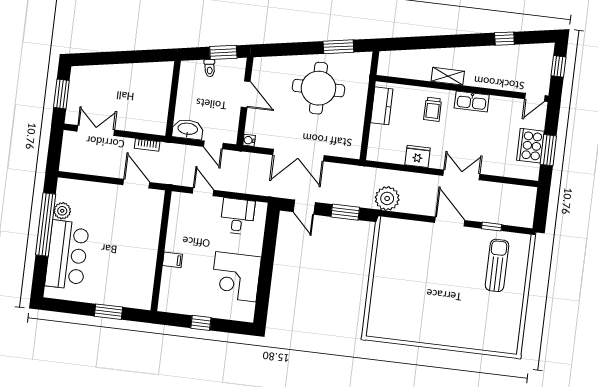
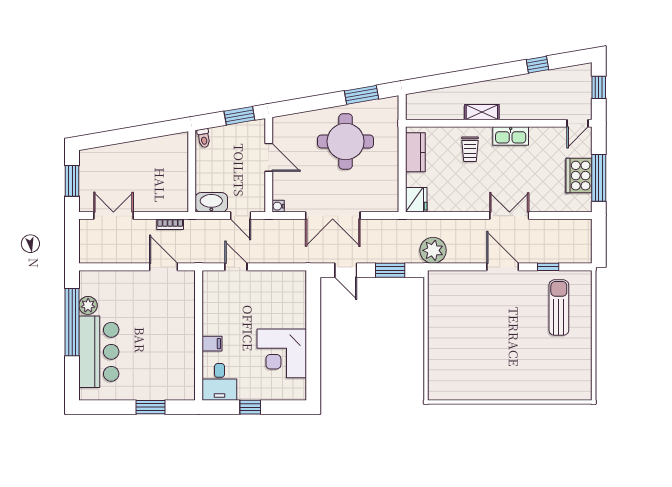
toilet: (210, 68) -> (204, 138), moved
window: (548, 150) -> (599, 178), width x1.44
fridge: (418, 156) -> (416, 200), moved, turned 90
desk: (237, 216) -> (220, 382), moved, turned 180

